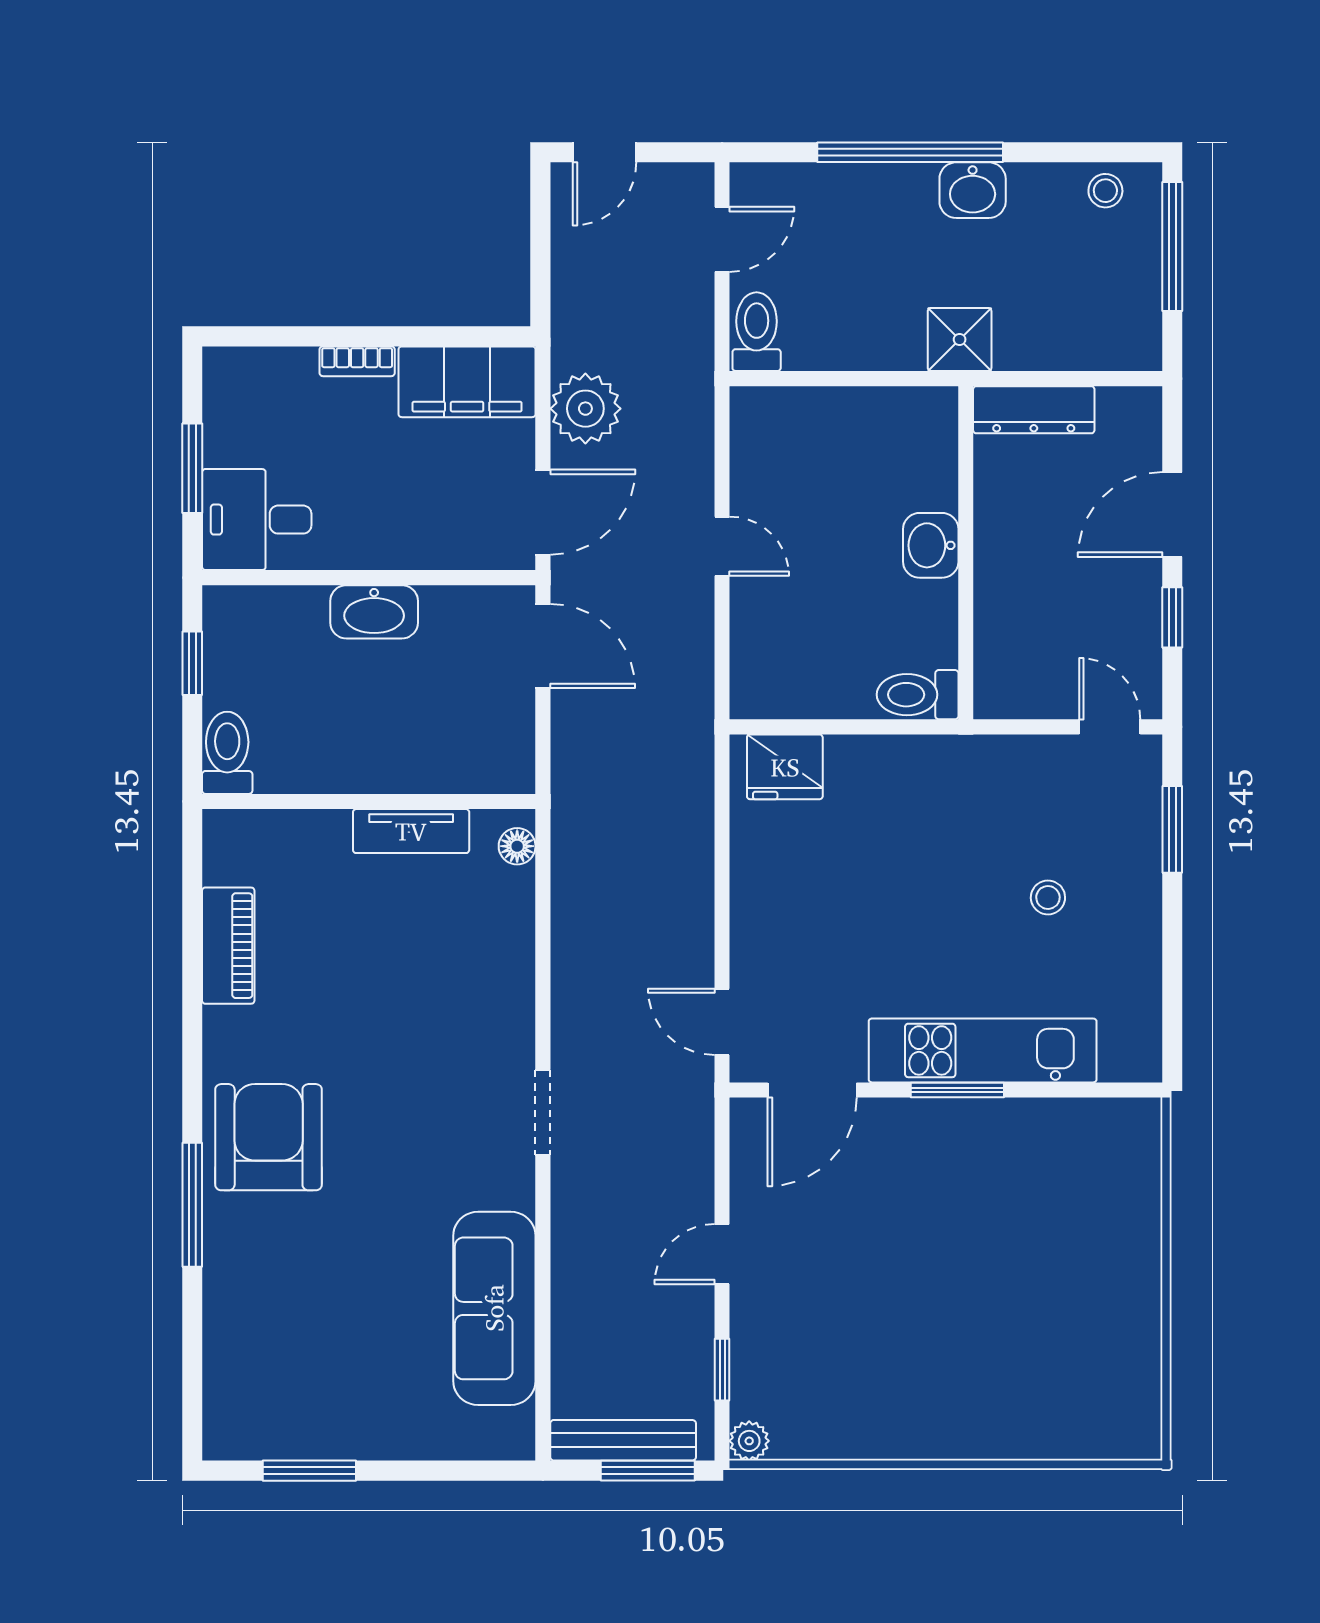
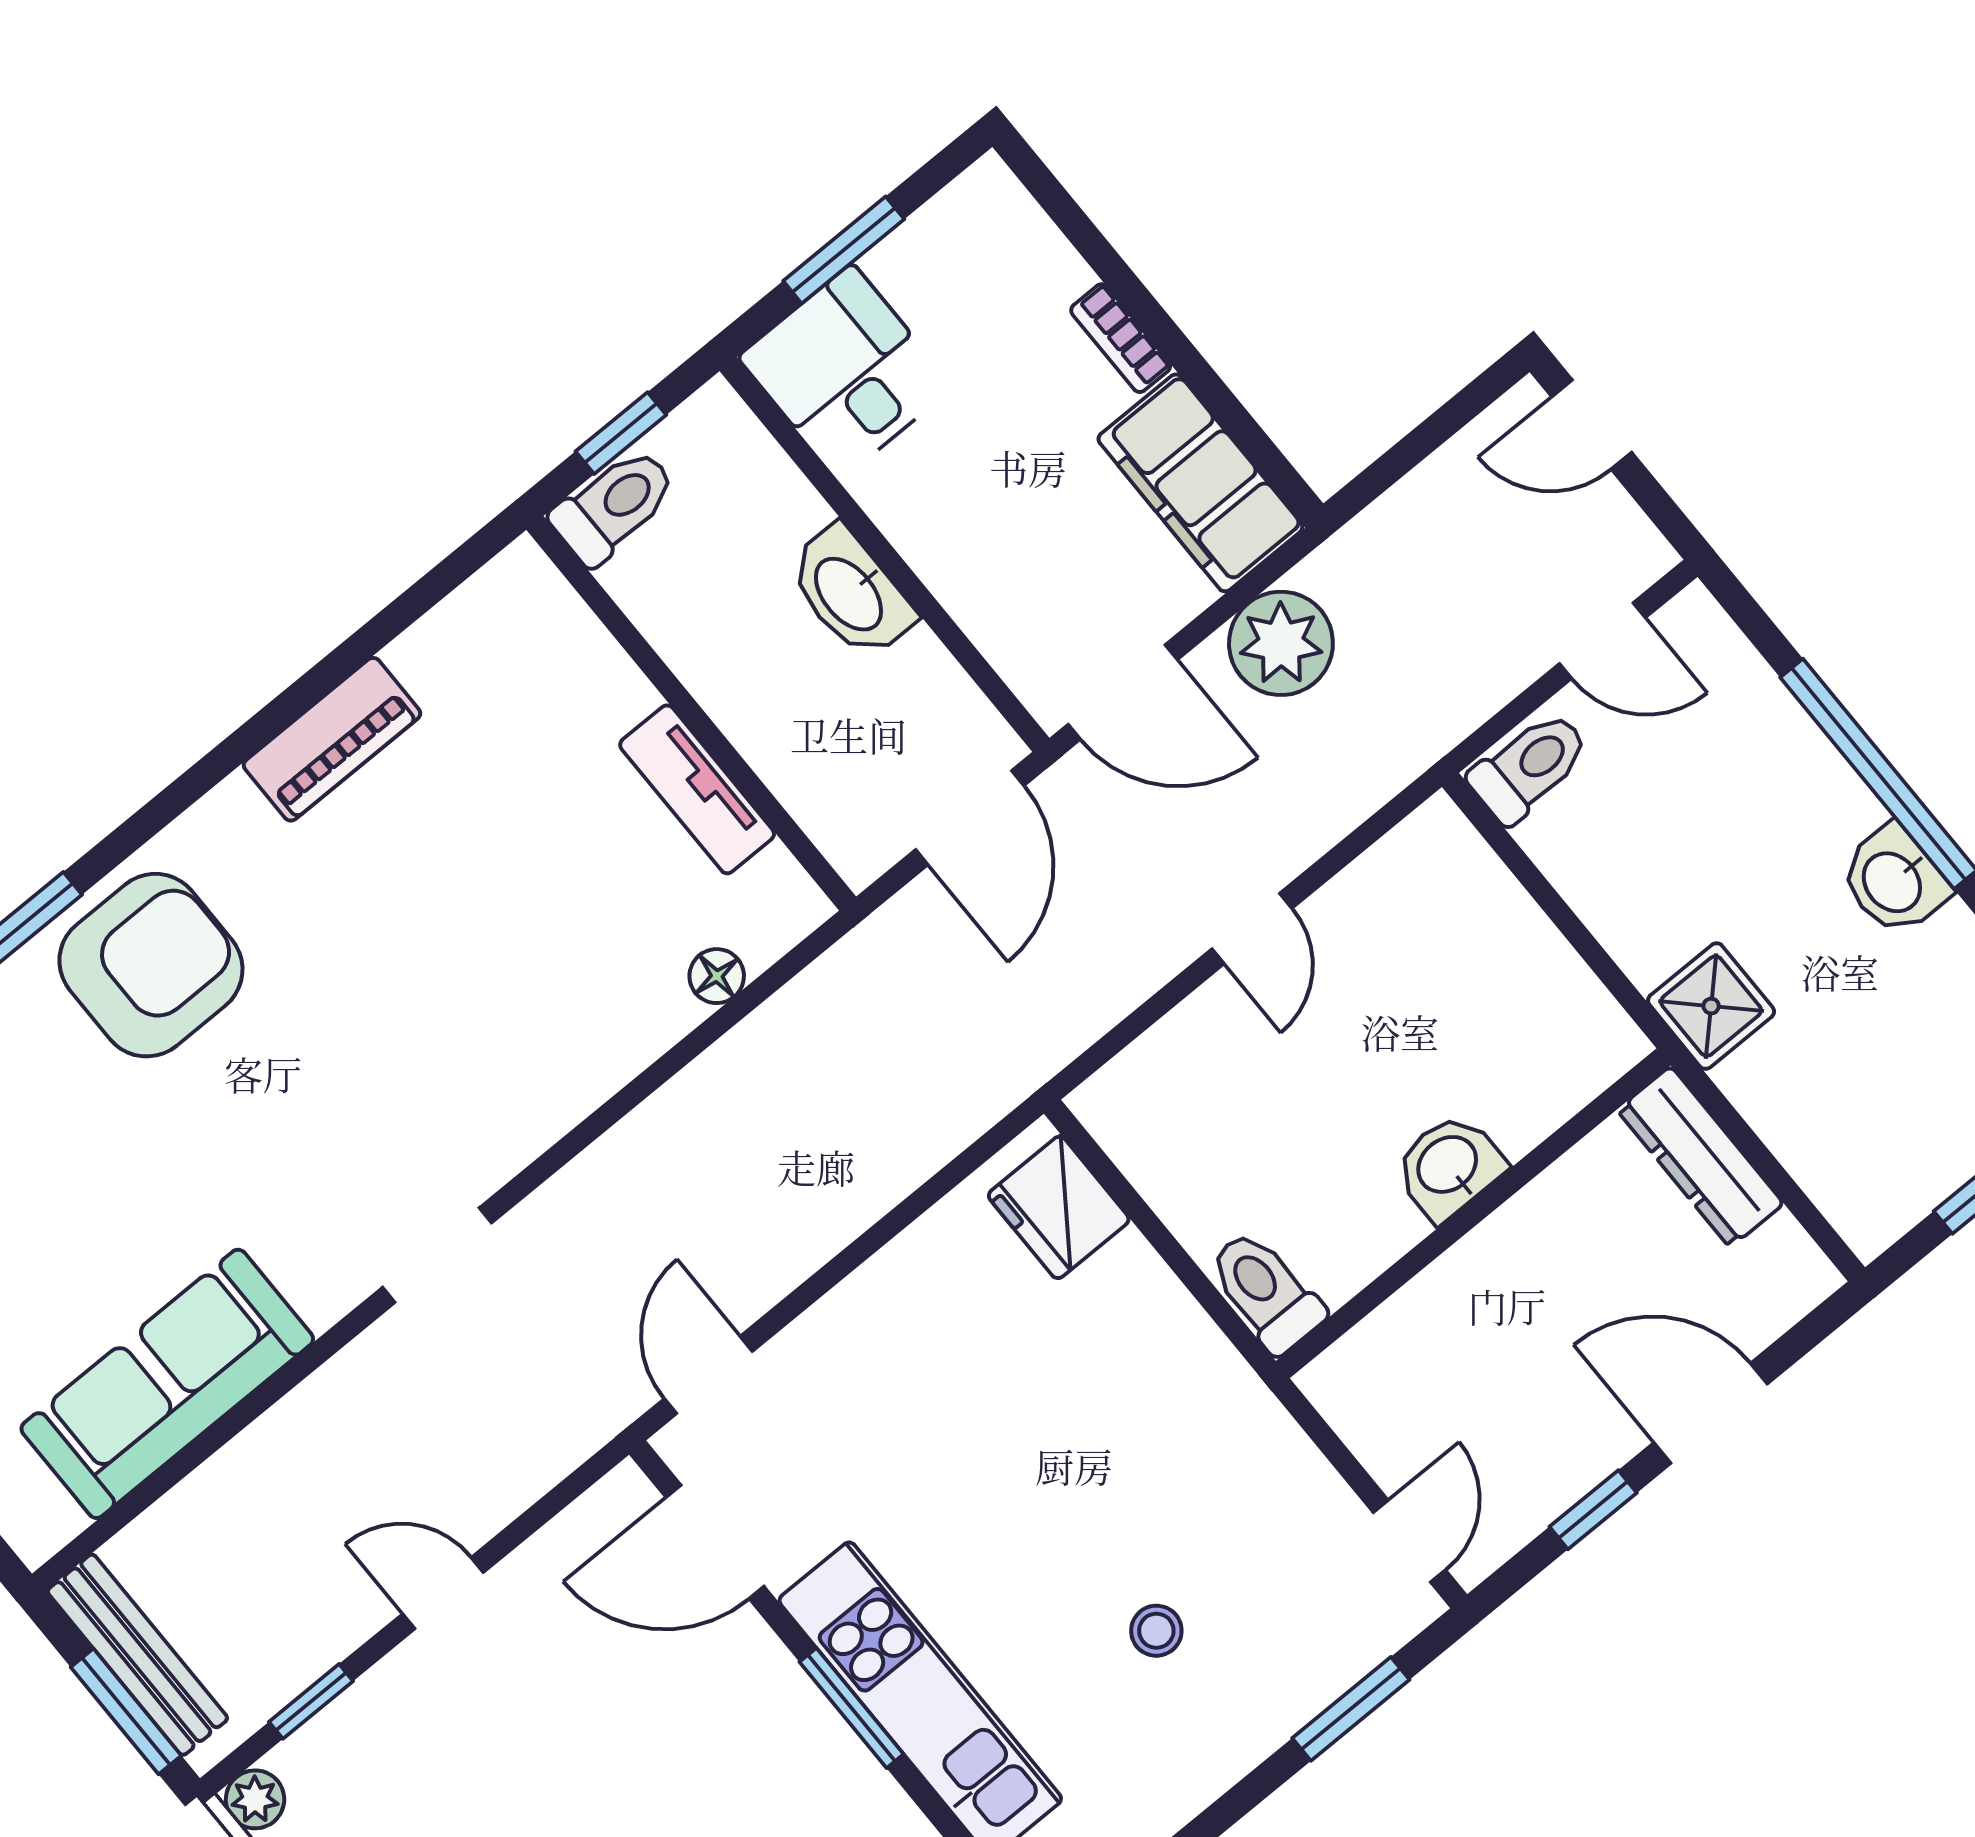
toilet: (227, 753) -> (614, 506), moved
wall: (369, 801) -> (691, 713), moved
tv unit: (411, 831) -> (697, 789), moved

